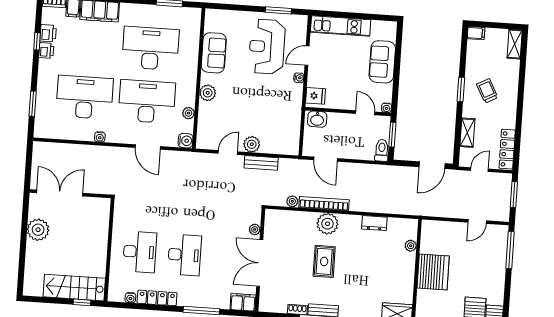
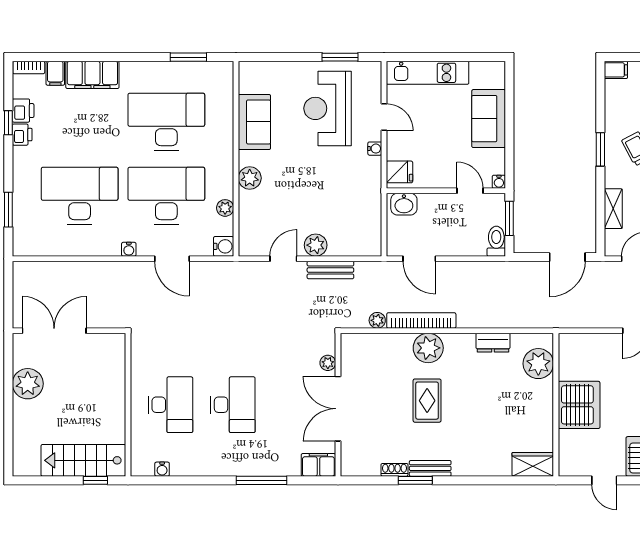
door: (307, 56) -> (384, 117), swing flipped
water cooler: (100, 137) -> (129, 249), moved
plant: (411, 246) -> (538, 364), width x1.88, depth x1.88
locker: (157, 298) -> (199, 467), removed

